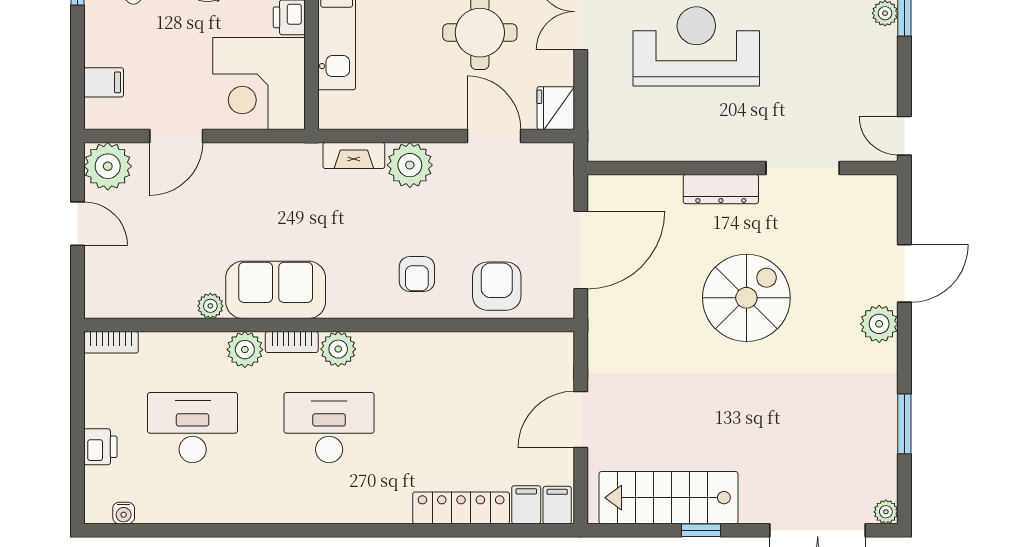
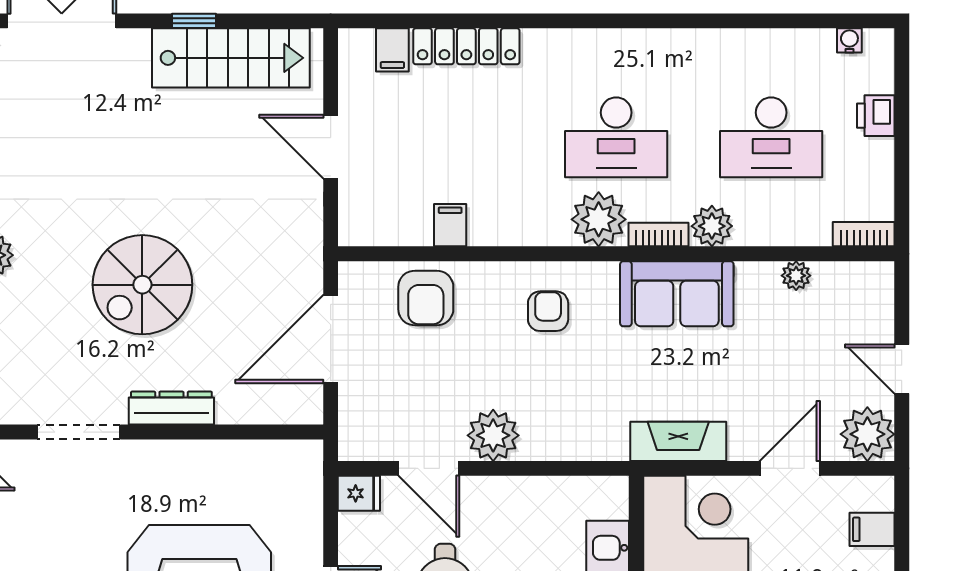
fridge: (556, 108) -> (359, 493), width x0.72
fireplace: (354, 156) -> (678, 441), moved, width x1.37, depth x1.32
plant: (410, 165) -> (493, 435), moved
armchair: (417, 274) -> (548, 311), moved
plant: (210, 306) -> (796, 276), moved
plant: (338, 349) -> (599, 219), width x1.36, depth x1.36
door: (581, 419) -> (331, 147), swing flipped
filing cabinet: (557, 505) -> (450, 225), moved, turned 180

